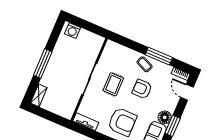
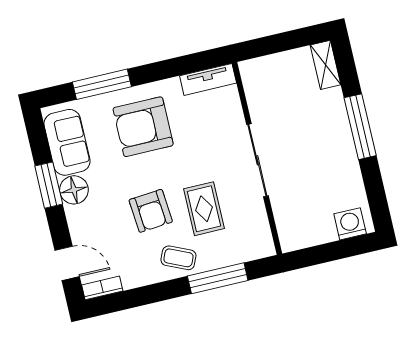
window: (159, 56) -> (218, 278), moved
rug: (113, 84) -> (204, 209), moved
armchair: (142, 89) -> (151, 211), turned 85

